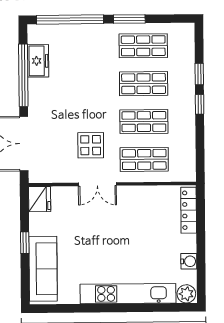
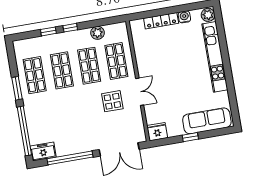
freezer: (38, 61) -> (43, 152), moved
plant: (186, 140) -> (97, 33), added
locker: (189, 210) -> (161, 21), moved

